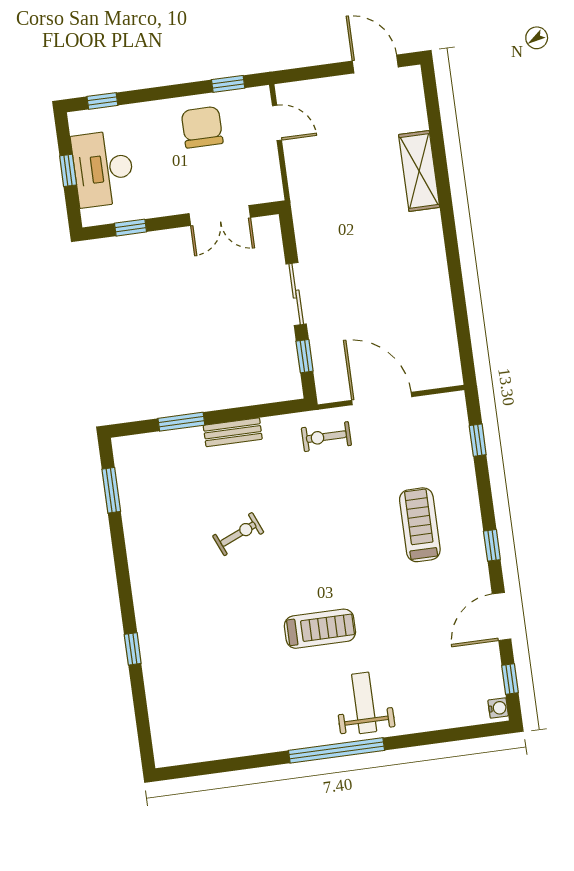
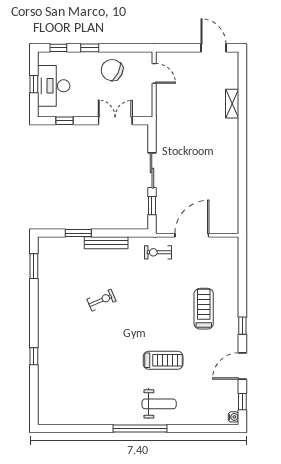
window: (228, 84) -> (90, 48), moved
chair: (202, 127) -> (112, 70), turned -64
shelving: (419, 171) -> (232, 104), width x0.67, depth x0.75
double door: (220, 216) -> (115, 121), swing flipped
door: (382, 399) -> (192, 235), hinge flipped
bench: (233, 432) -> (106, 243), width x1.36
window: (478, 440) -> (242, 266), removed
treadmill: (320, 629) -> (163, 360), moved
weight bench: (364, 703) -> (159, 404), turned 90

